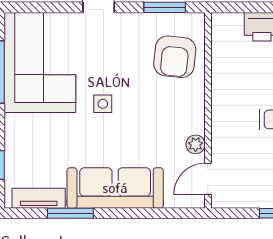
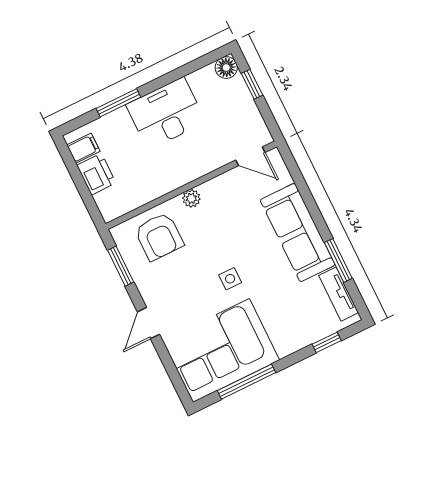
armchair: (175, 57) -> (159, 236), turned 84
plant: (196, 144) -> (191, 198), moved

